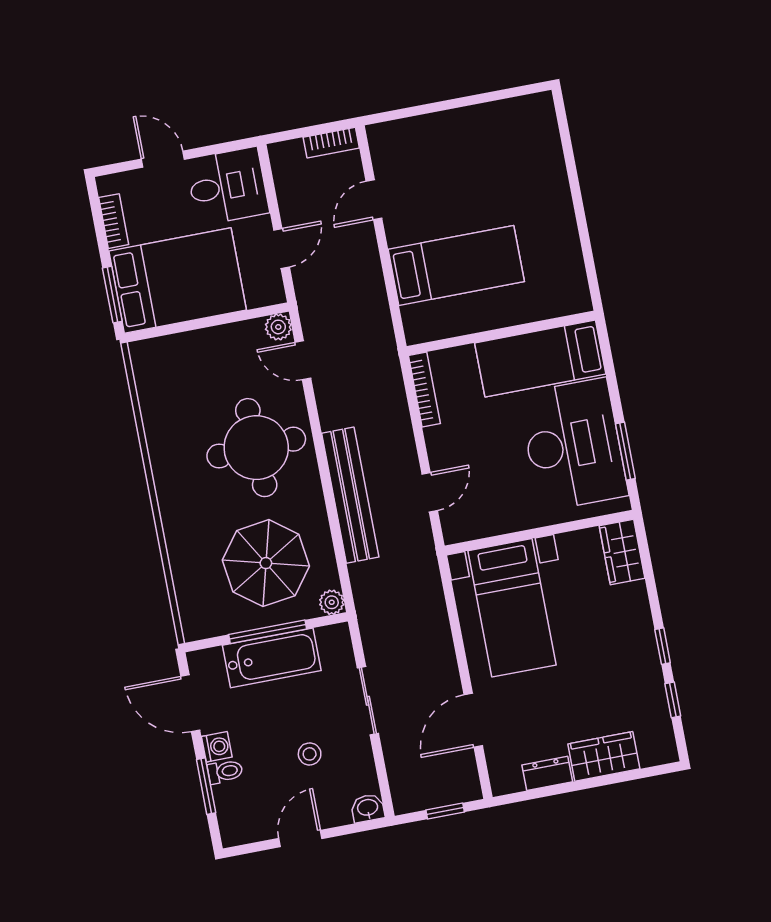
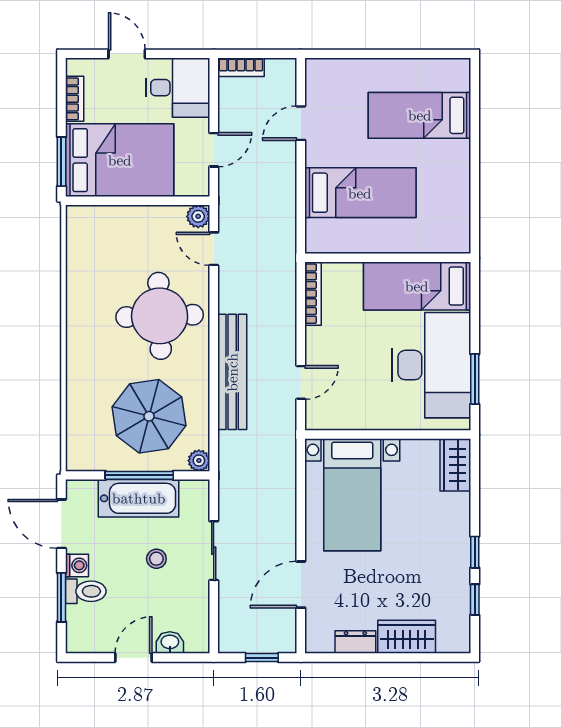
bookcase: (331, 143) -> (241, 67), moved
bed: (506, 165) -> (420, 115), added
stool: (310, 754) -> (156, 559), moved
toilet: (225, 772) -> (86, 591), width x1.37, depth x1.39
washbasin: (368, 808) -> (170, 642), moved

